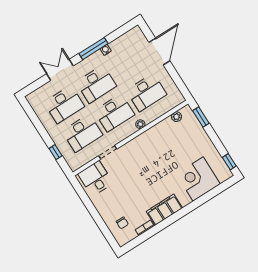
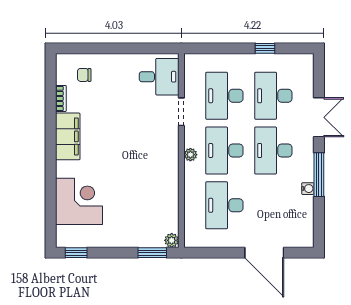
plant: (177, 117) -> (172, 240), moved
plant: (140, 124) -> (190, 155), moved
window: (56, 152) -> (265, 48), moved

